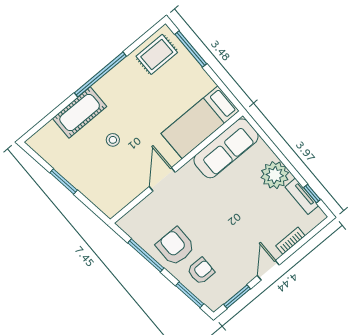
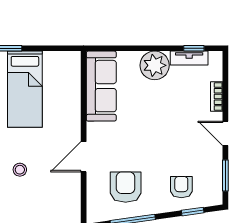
bed: (200, 122) -> (25, 89), moved
door: (162, 179) -> (84, 157), hinge flipped
armchair: (175, 246) -> (126, 187), moved, turned 90
window: (190, 295) -> (193, 212), width x0.67

